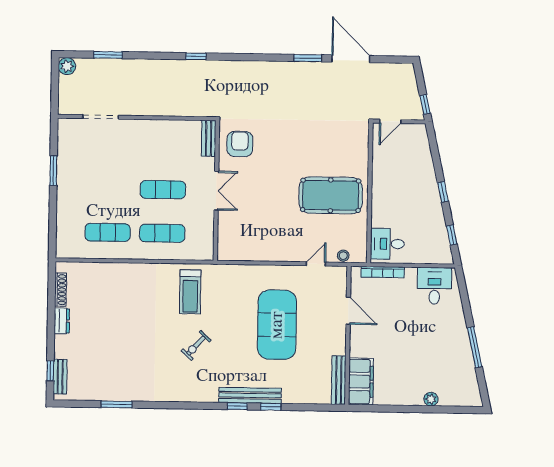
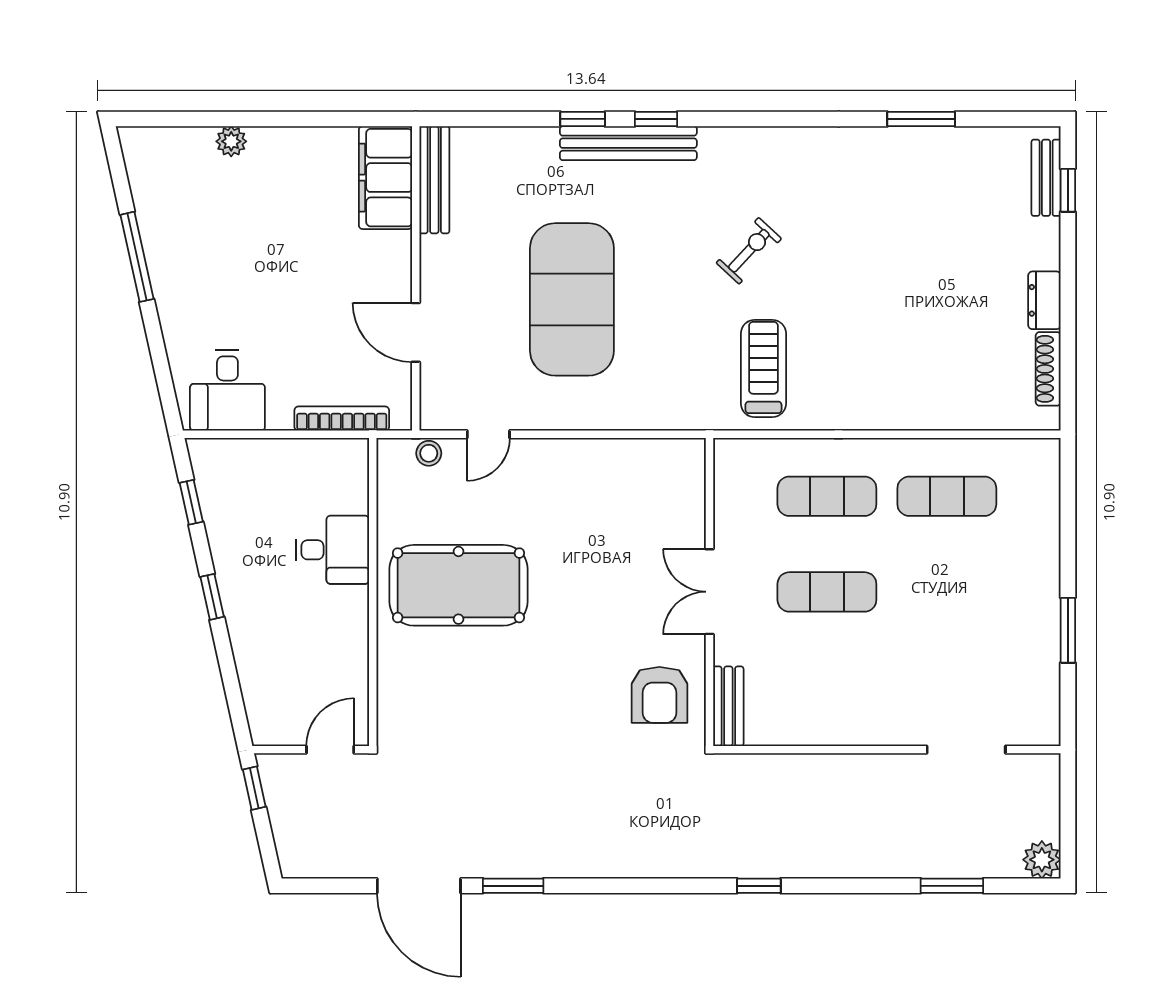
desk: (387, 244) -> (332, 550), moved

